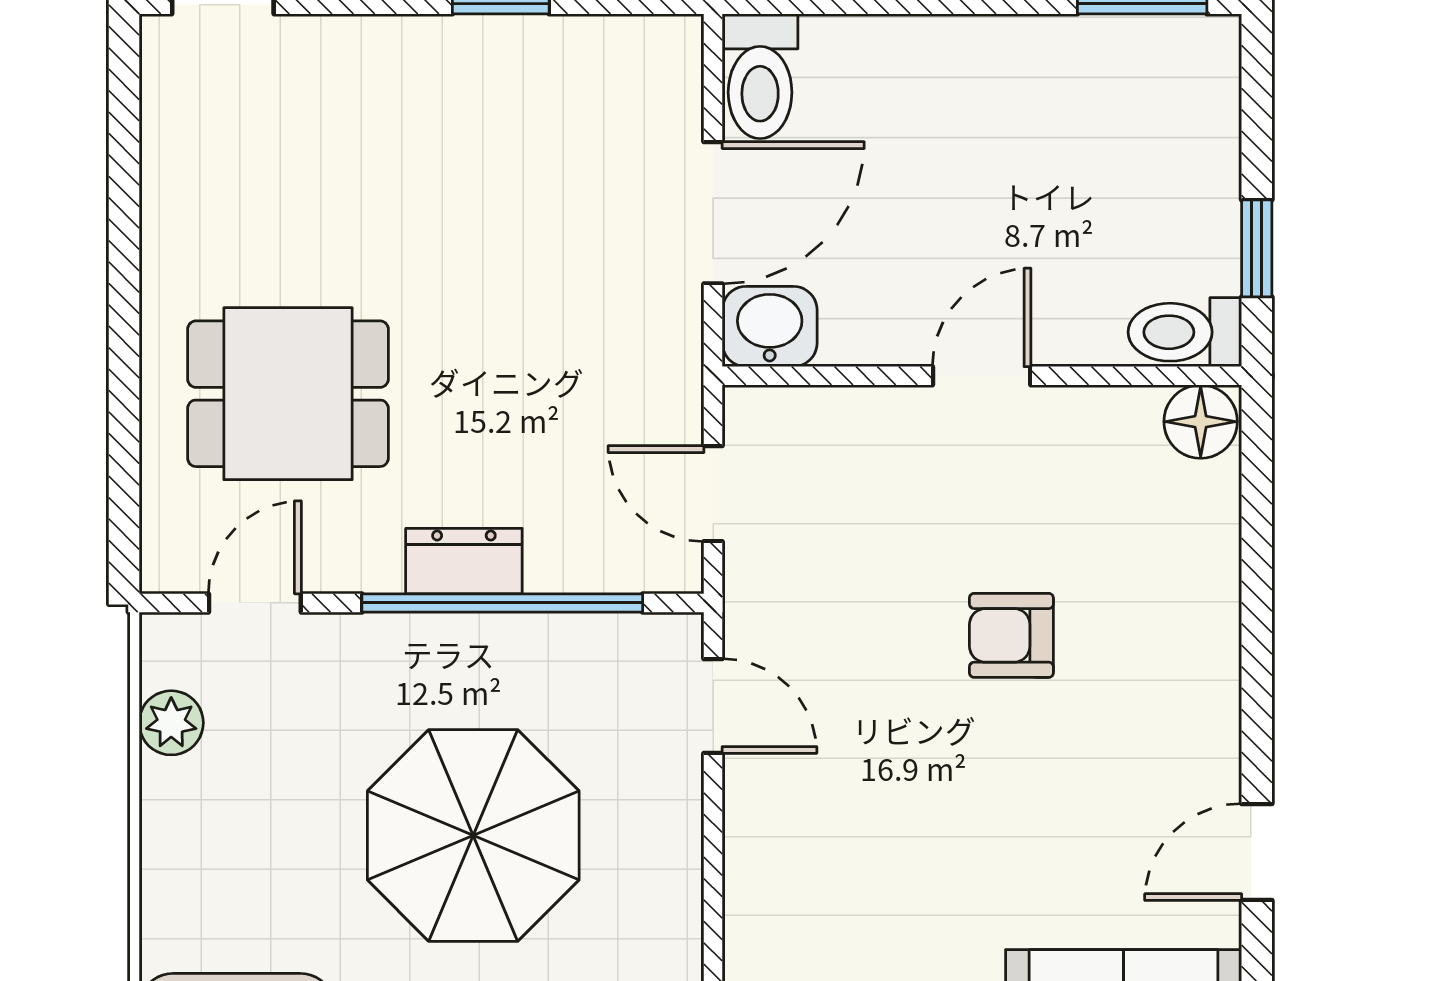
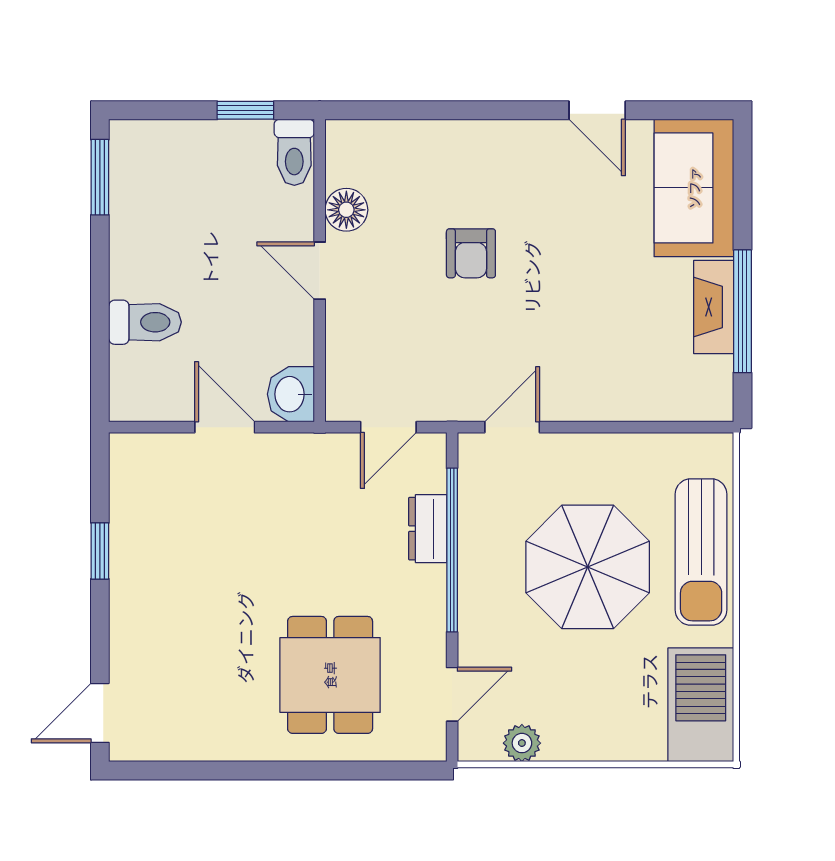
toilet: (760, 76) -> (145, 322), moved
door: (713, 213) -> (225, 427), width x0.73
floor lamp: (1201, 422) -> (346, 210), moved
dresser: (464, 561) -> (428, 529), moved
door: (255, 603) -> (452, 694), swing flipped

